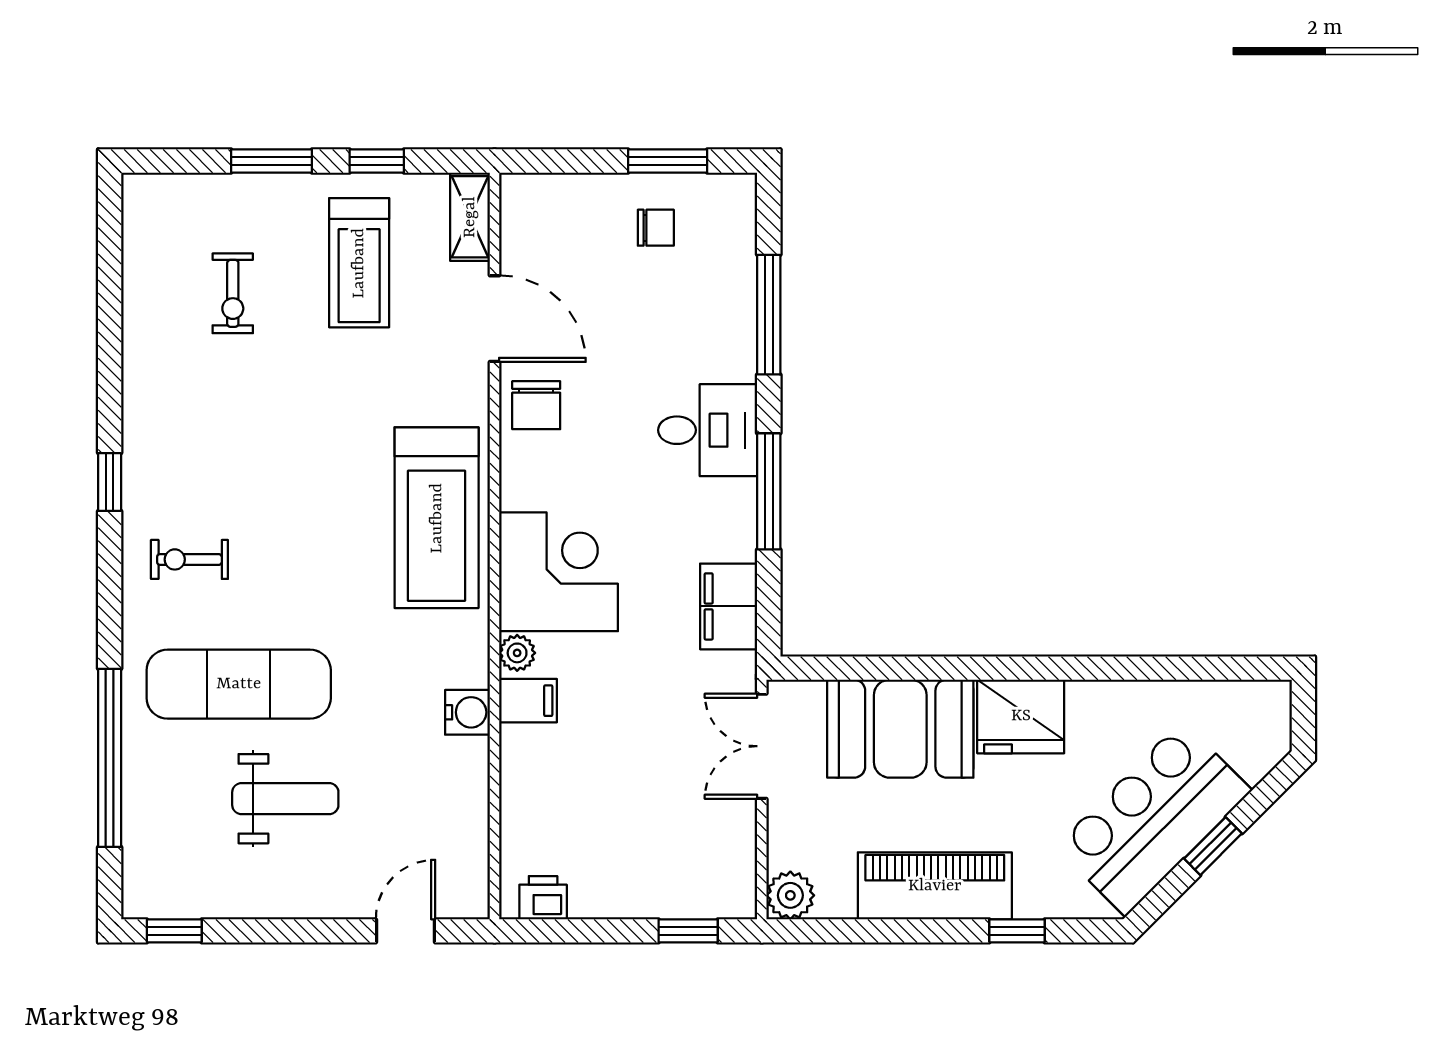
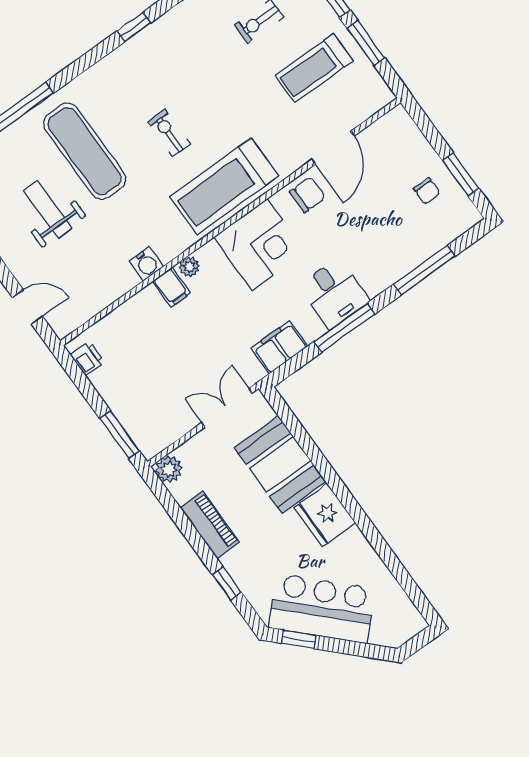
window: (377, 161) -> (366, 43), width x1.50
shelving: (470, 217) -> (371, 103), removed
chair: (536, 405) -> (308, 195), turned 180
desk: (708, 430) -> (334, 293), moved
exercise bike: (189, 559) -> (169, 133), moved
corner desk: (559, 572) -> (260, 245), moved
weight bench: (285, 799) -> (48, 210), turned 180
window: (1213, 846) -> (299, 639), moved
piano: (935, 886) -> (210, 525), width x0.73, depth x0.75
window: (688, 931) -> (120, 435), width x1.50

